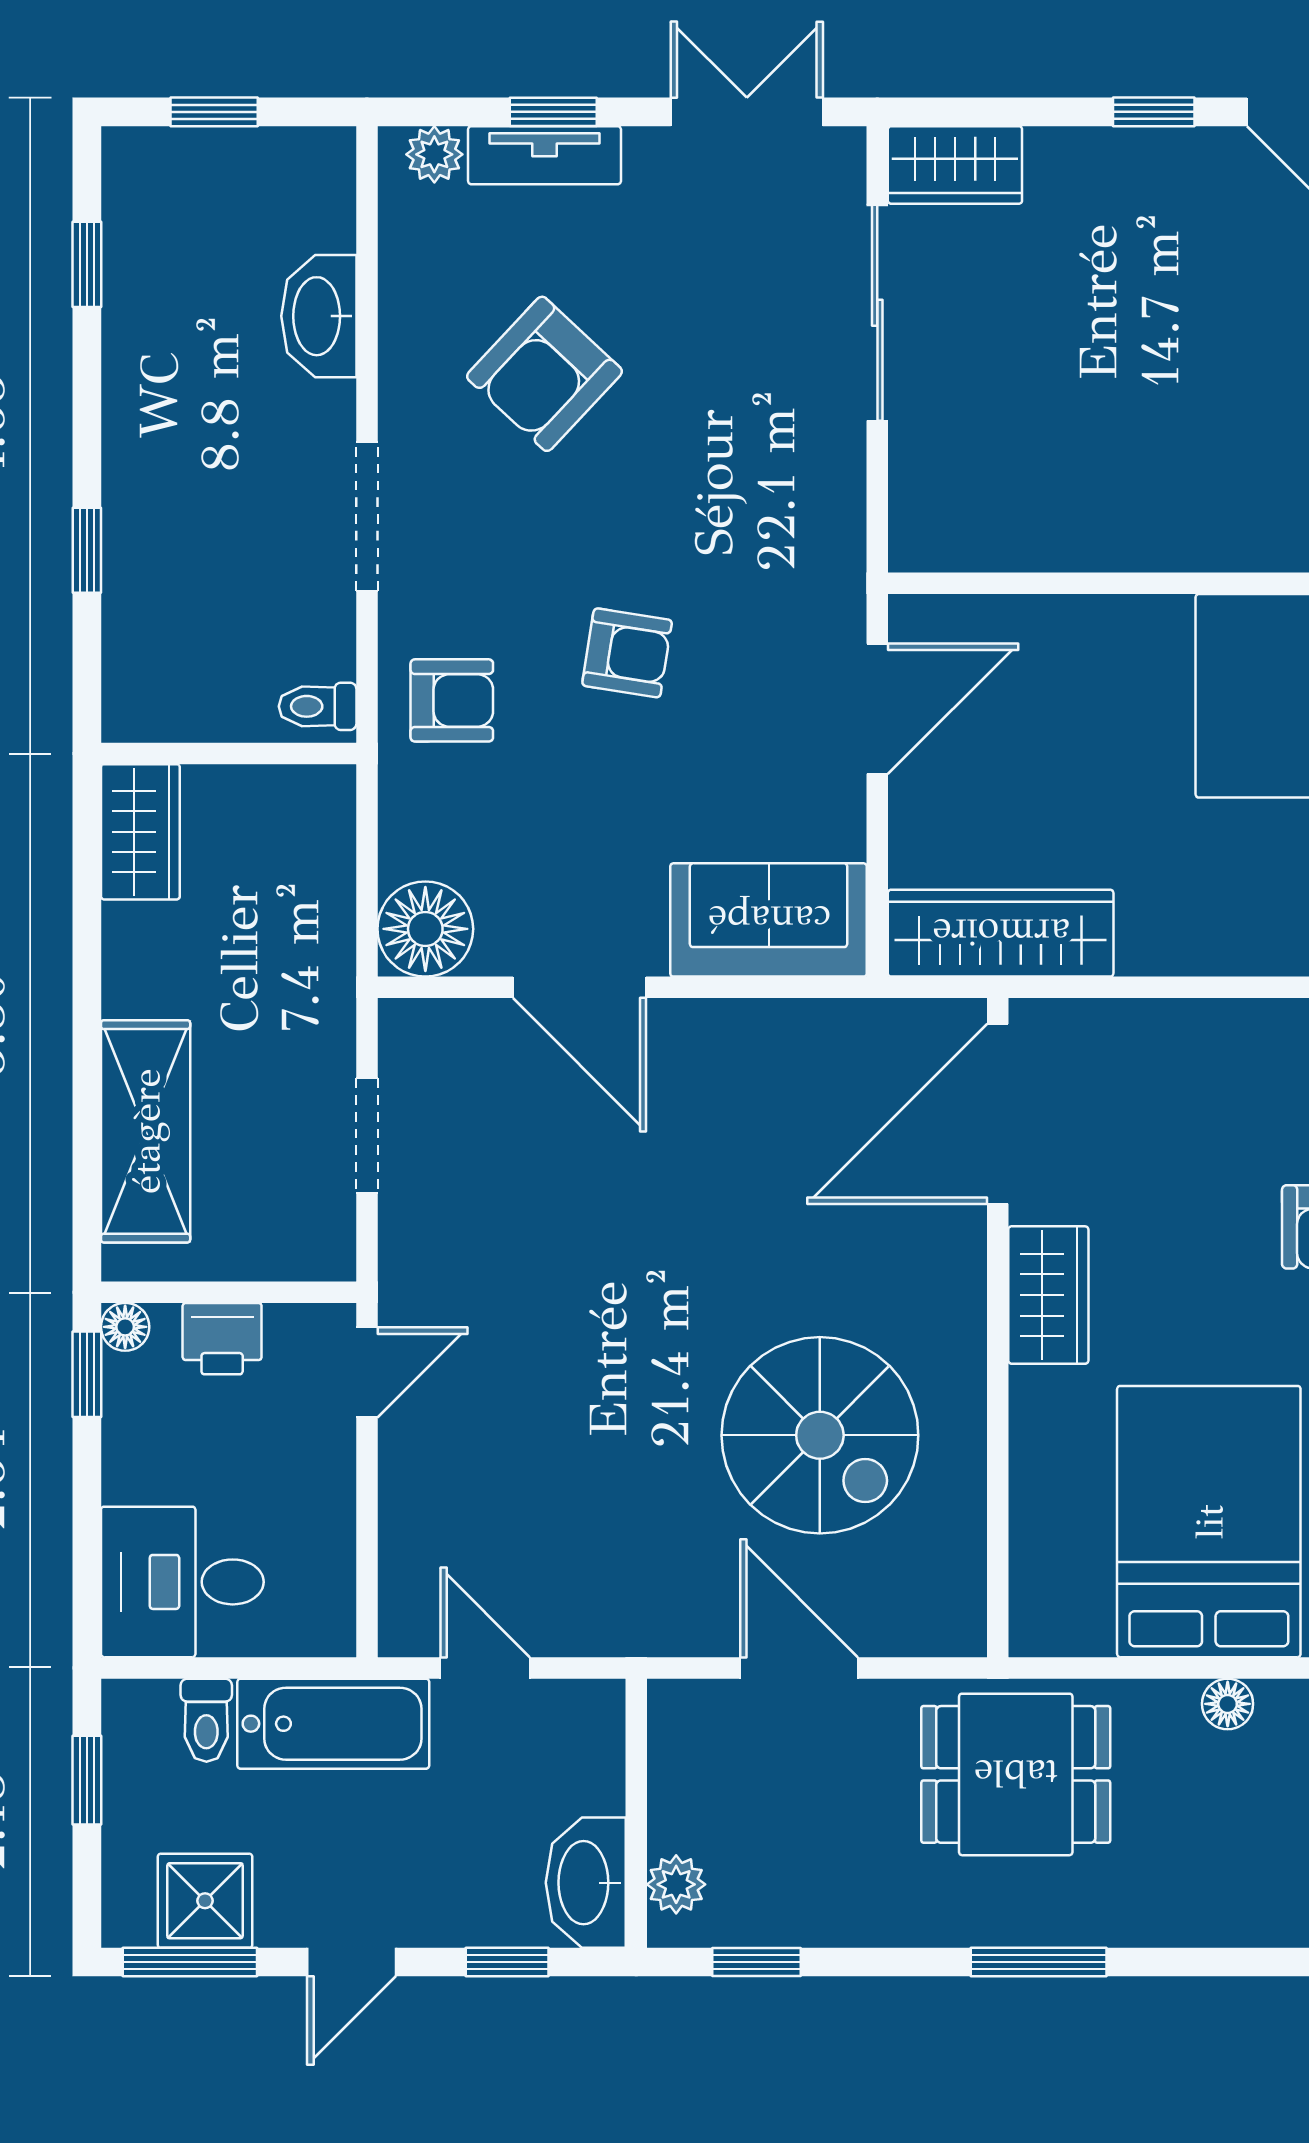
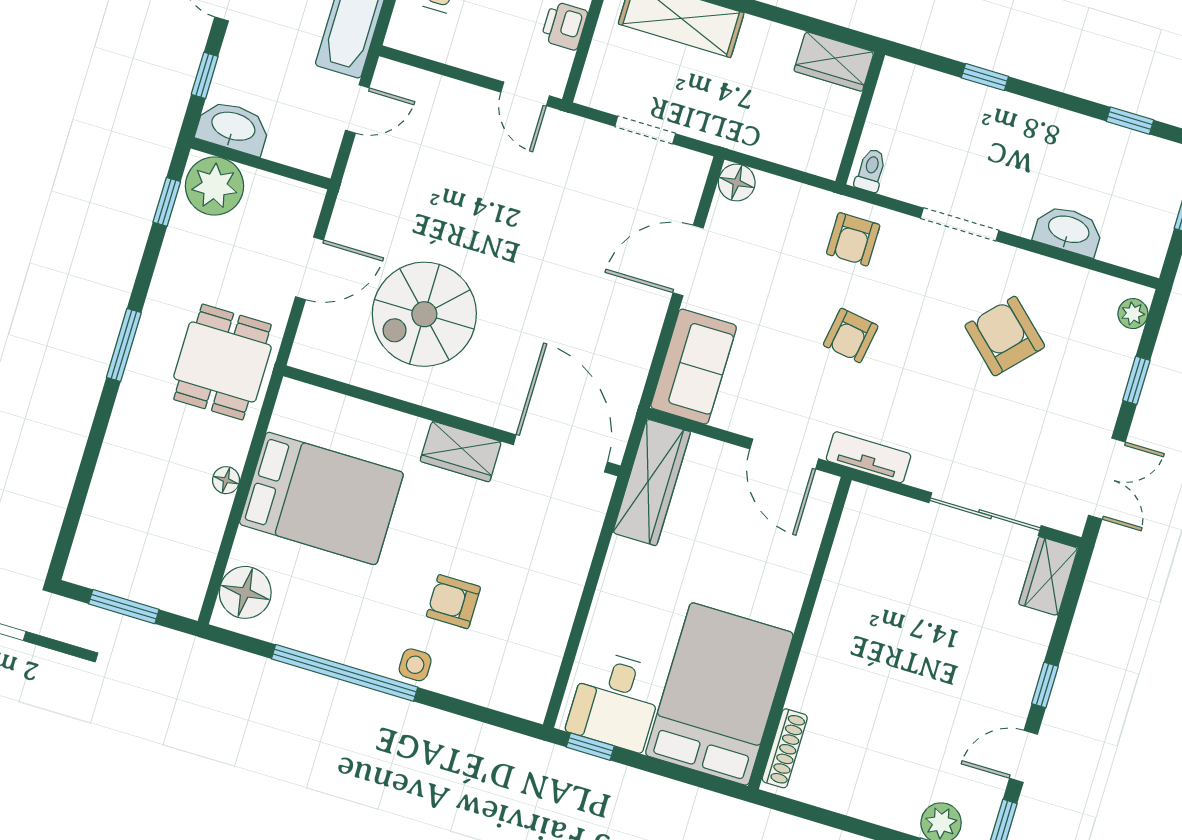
tv unit: (545, 155) -> (868, 457), moved, turned 90
floor lamp: (425, 929) -> (737, 183), width x0.73, depth x0.73
plant: (676, 1884) -> (214, 186), width x1.88, depth x1.88

